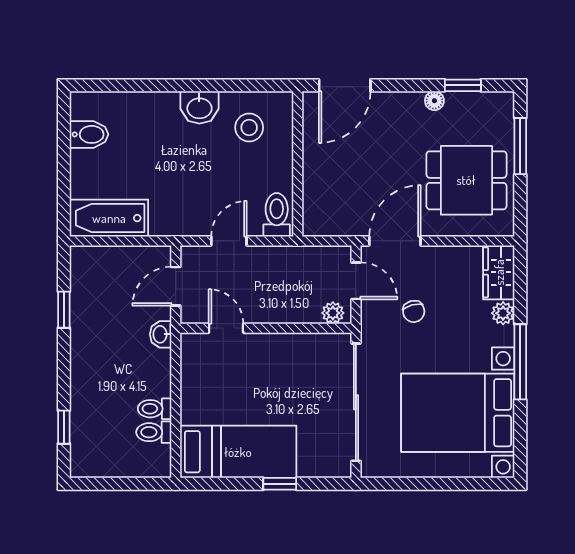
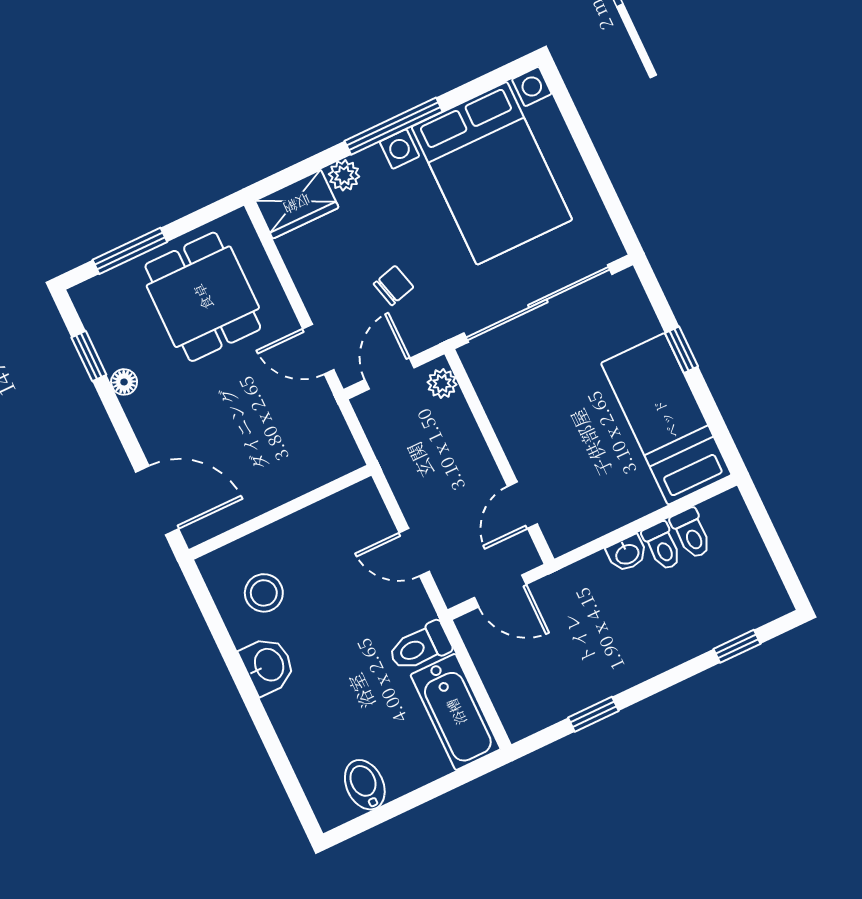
toilet: (277, 215) -> (420, 647), moved
door: (395, 241) -> (318, 349), width x0.73
washbasin: (161, 334) -> (627, 554), moved

